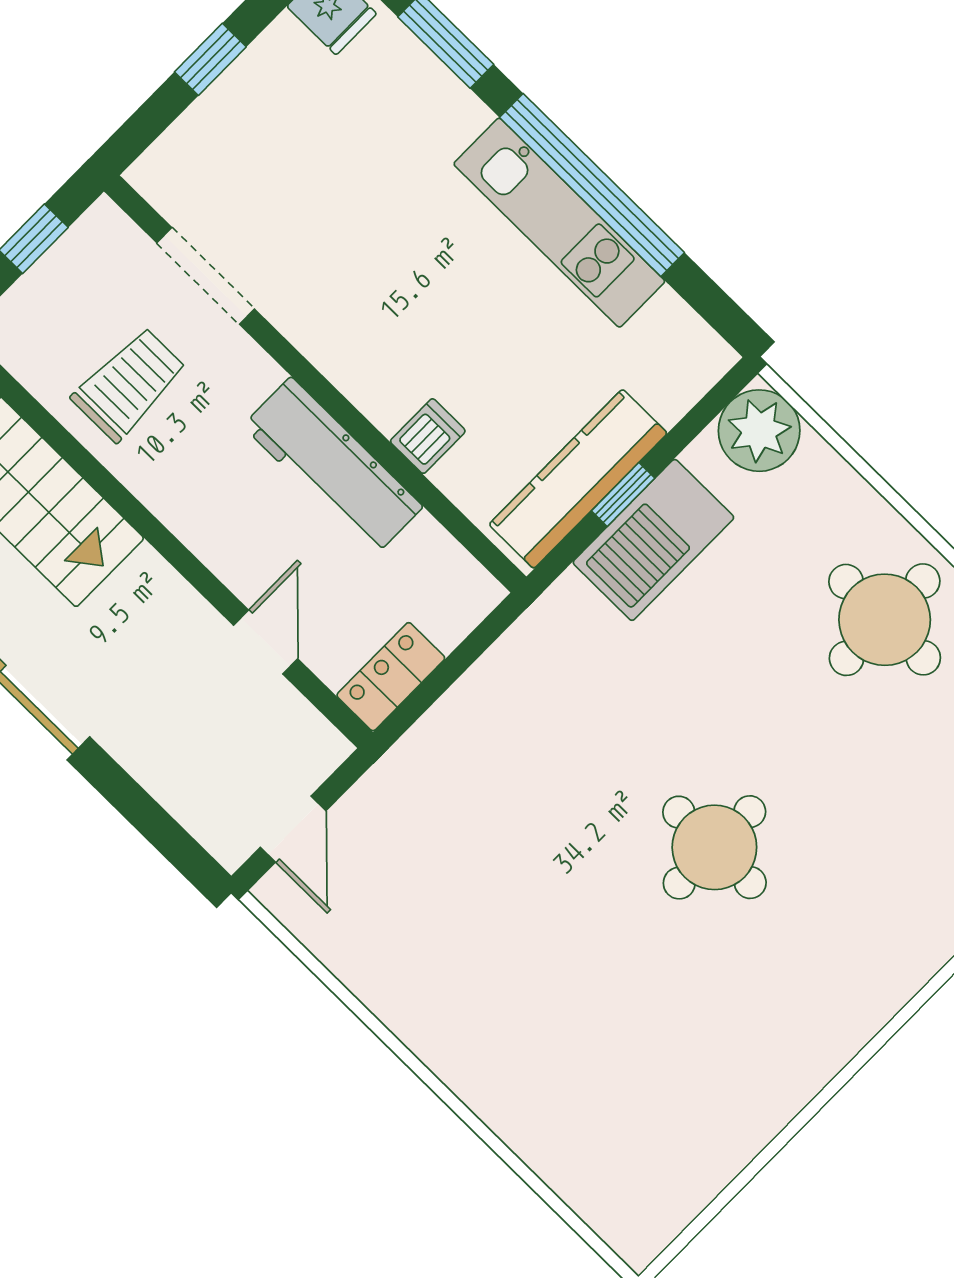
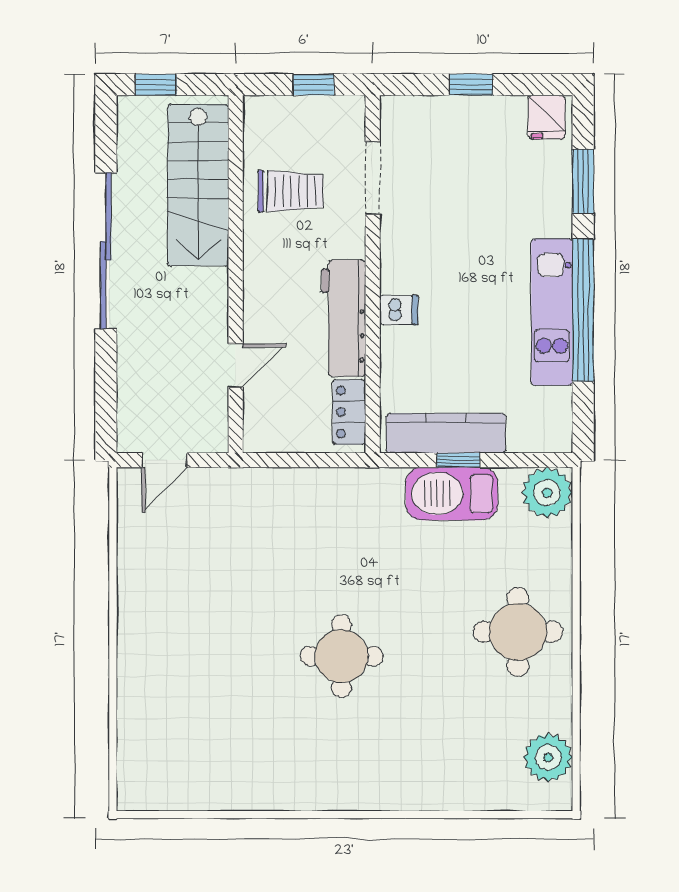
dishwasher: (428, 436) -> (399, 310), moved
locker: (391, 677) -> (349, 412), moved, turned -90

